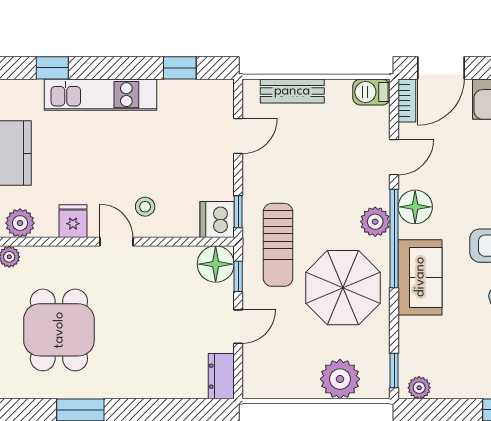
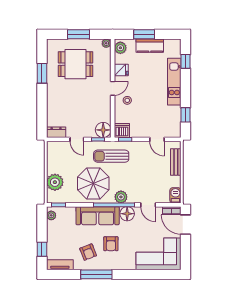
sofa: (420, 277) -> (98, 216), width x1.36

